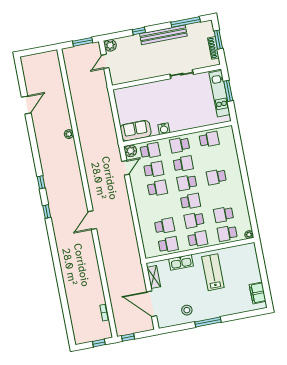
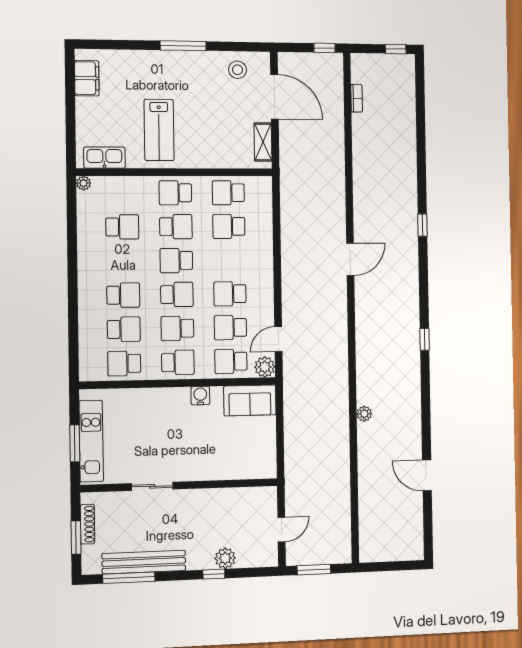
bench: (163, 35) -> (144, 562), moved
plant: (110, 45) -> (225, 558), moved
door: (26, 105) -> (427, 475), hinge flipped
window: (47, 211) -> (422, 225), moved
school desk: (227, 233) -> (124, 329), moved
kitchen sink: (181, 262) -> (104, 158), moved
stool: (187, 310) -> (238, 70), moved
window: (99, 343) -> (396, 49), moved

